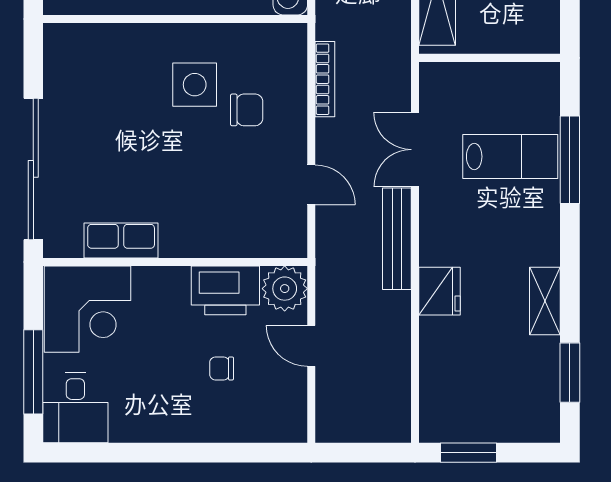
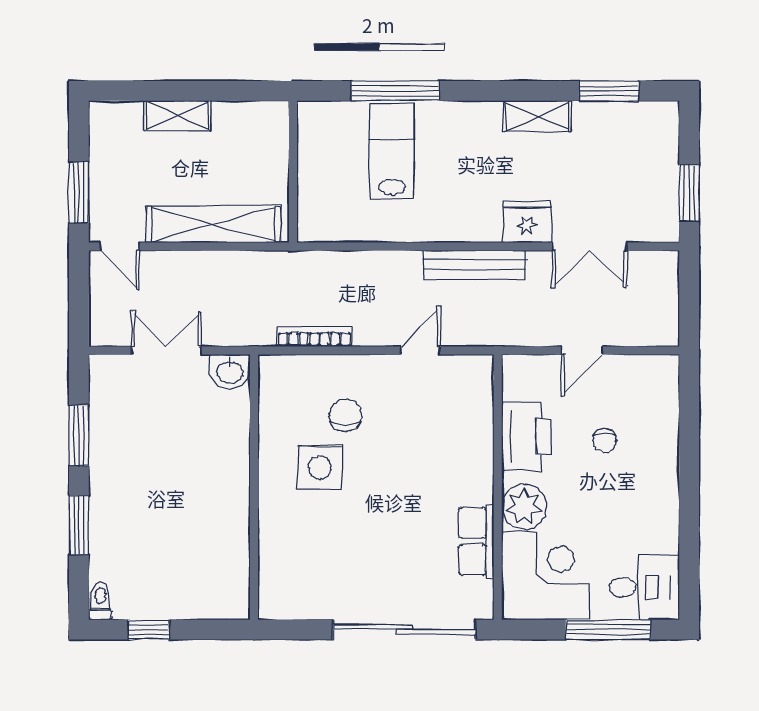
double door: (415, 150) -> (589, 246), moved
plant: (285, 289) -> (524, 506), moved

